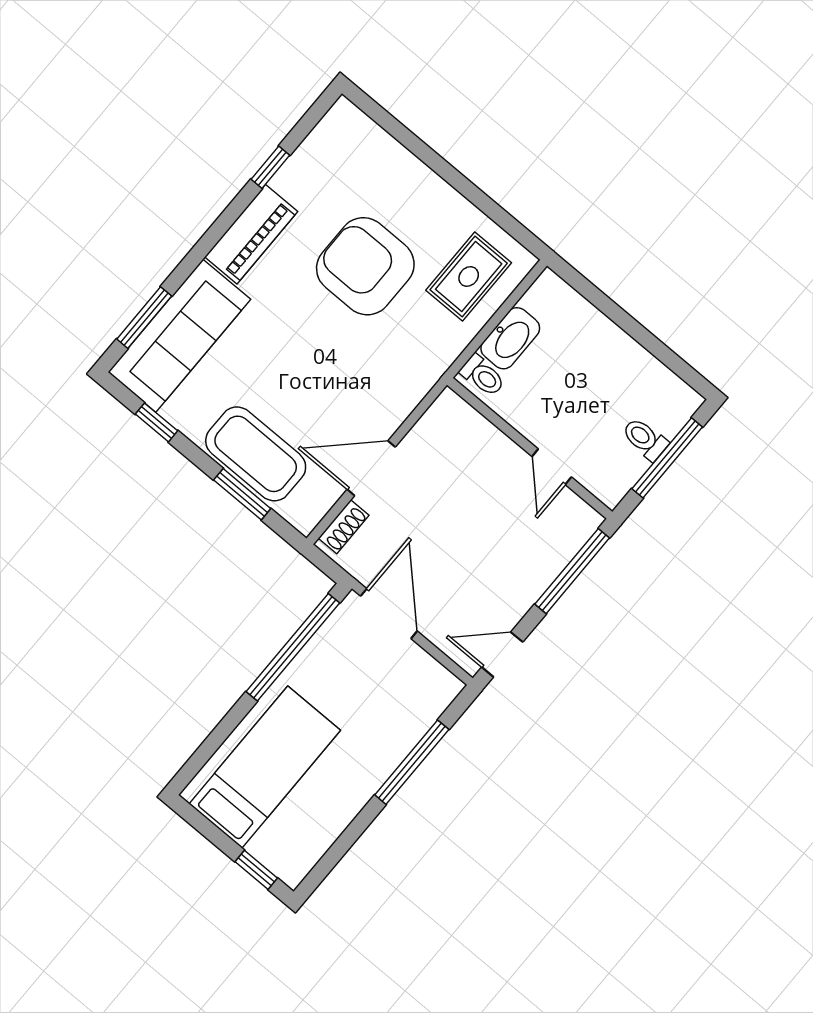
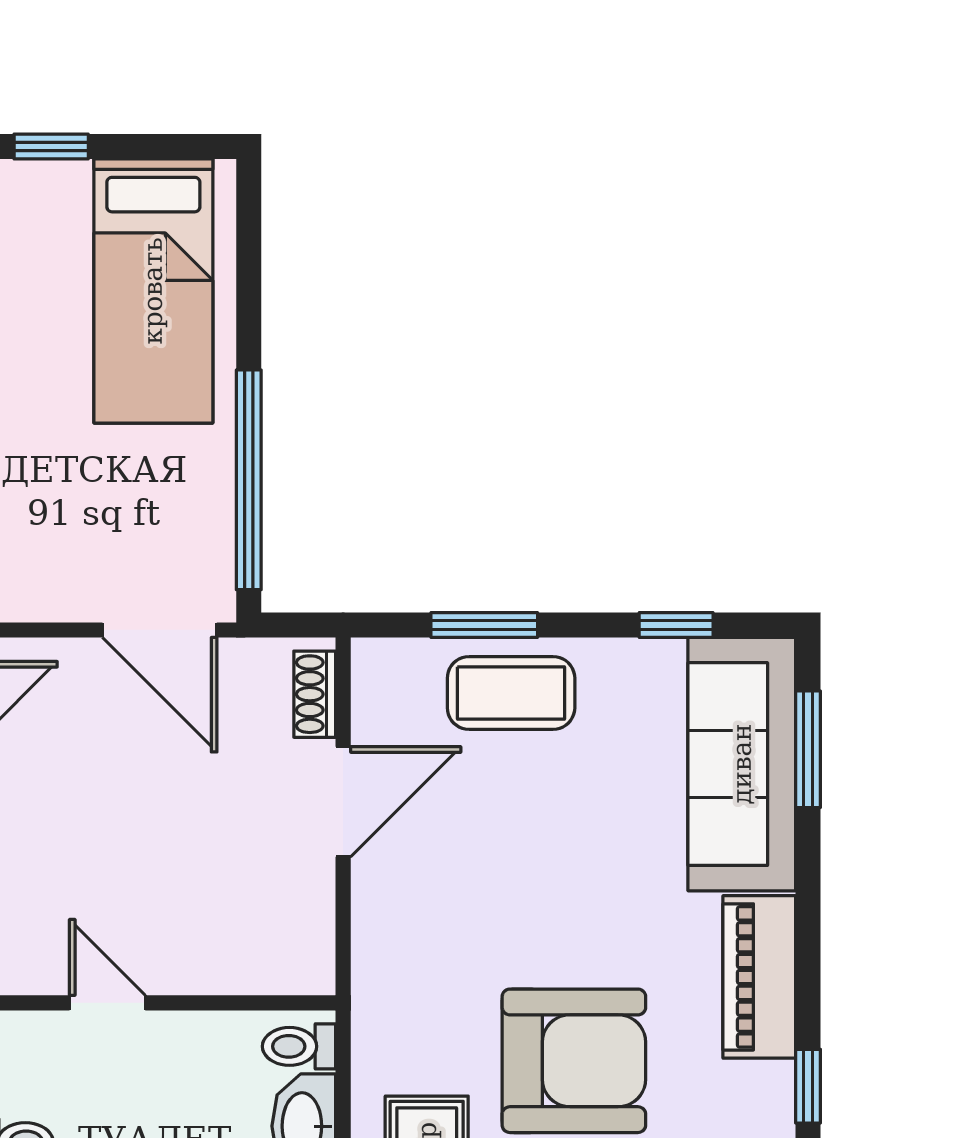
coffee table: (256, 454) -> (511, 693), width x0.73, depth x0.76

